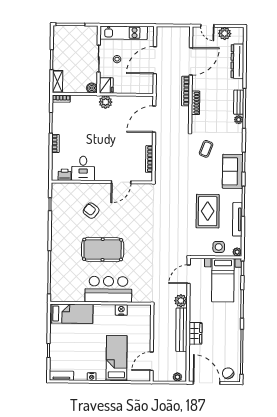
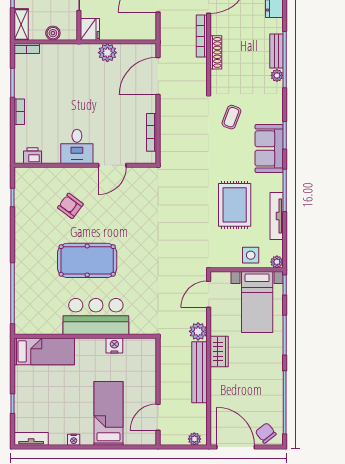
boiler: (92, 88) -> (53, 33), moved
plant: (106, 102) -> (107, 53), moved
desk: (83, 168) -> (77, 146), moved
wardrobe: (195, 333) -> (219, 352), moved

